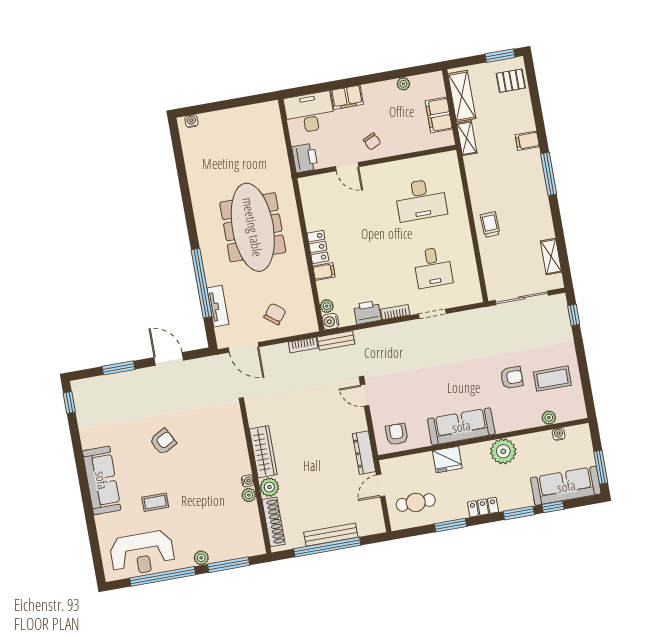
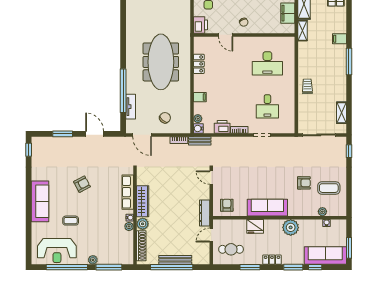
locker: (318, 247) -> (199, 64), moved
row of seats: (237, 441) -> (128, 192), added

